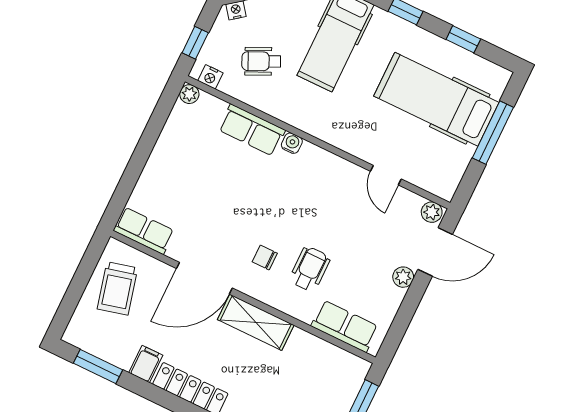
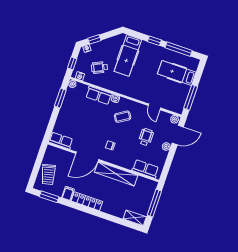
window: (463, 39) -> (179, 49), width x2.17
hospital bed: (436, 99) -> (177, 73), width x0.73, depth x0.78
window: (155, 125) -> (60, 98), added
window: (493, 133) -> (191, 97), moved
coffee table: (304, 190) -> (123, 117), added
wheelchair: (310, 269) -> (146, 137), moved
trolley: (117, 288) -> (48, 174), moved
shelving: (256, 322) -> (116, 174), width x1.47

